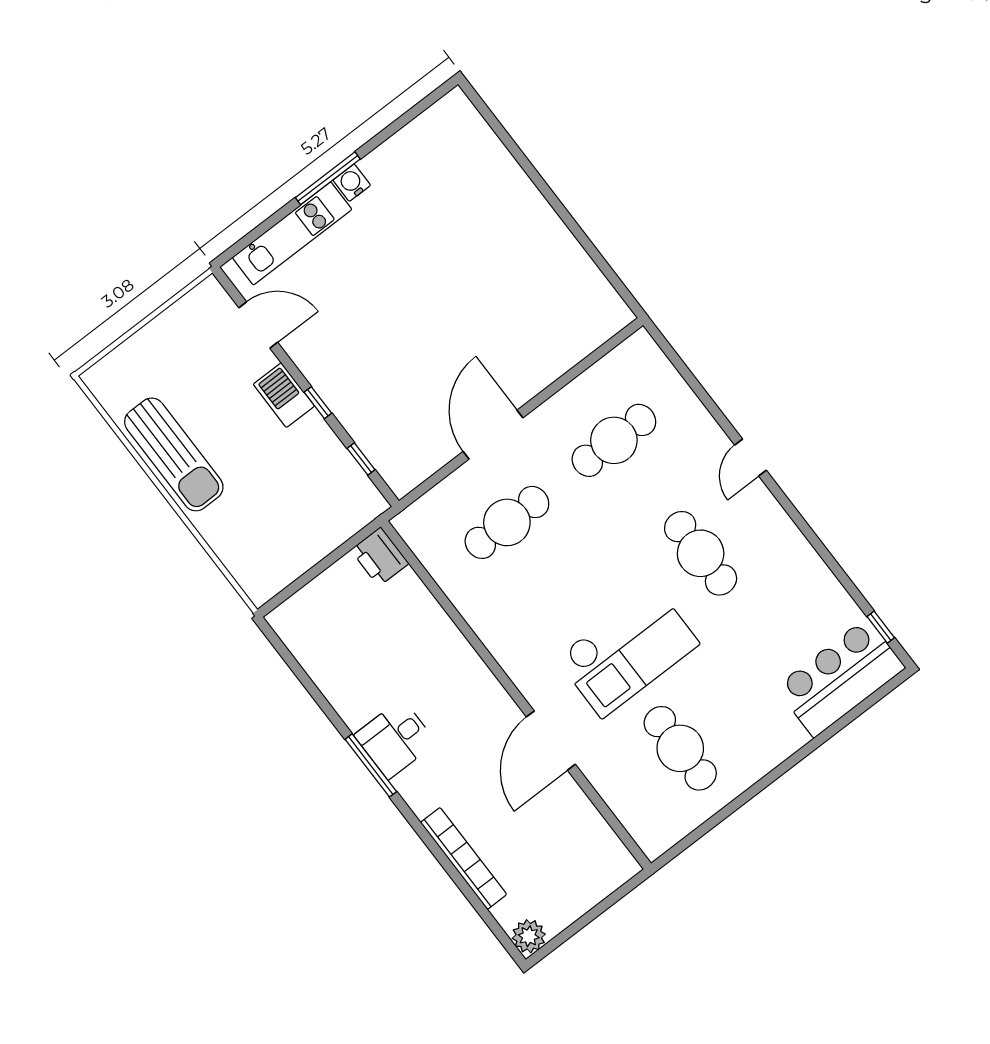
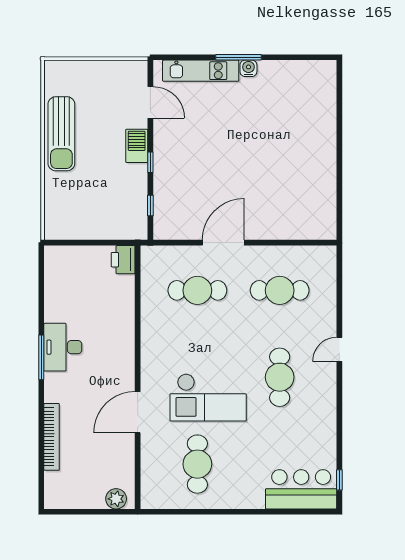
desk: (395, 739) -> (63, 347), width x1.37
plant: (529, 936) -> (116, 499), moved

